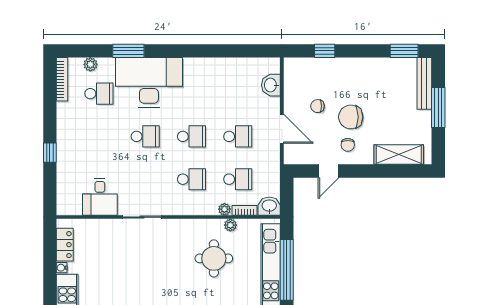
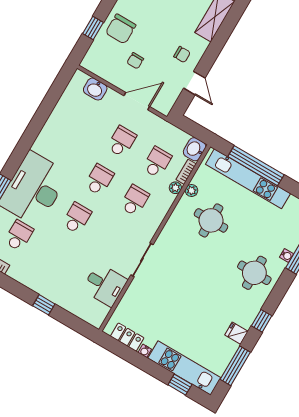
chair: (351, 117) -> (121, 29), moved

